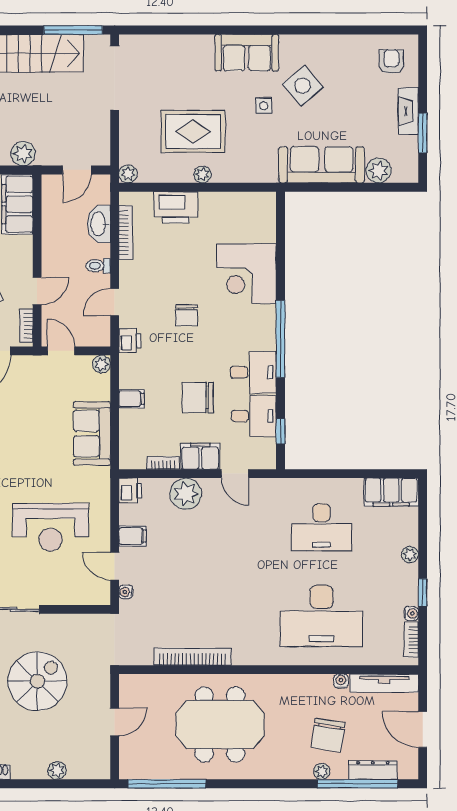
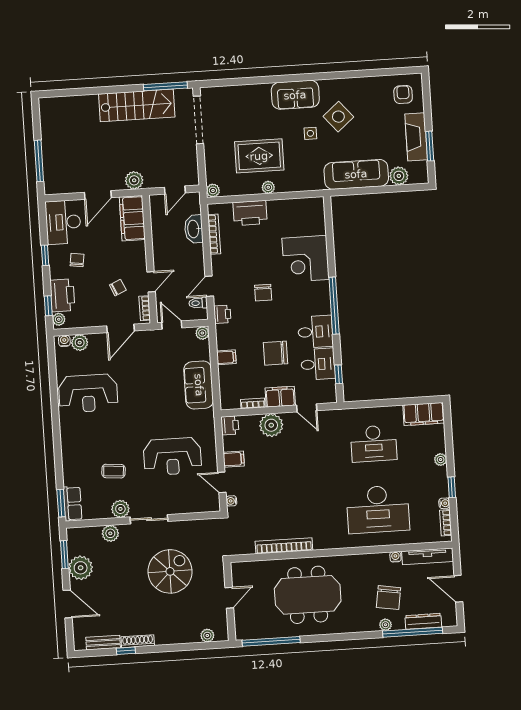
fireplace: (408, 111) -> (416, 137), width x1.37, depth x1.32
toilet: (98, 266) -> (198, 303), moved
plant: (57, 770) -> (207, 636), moved

